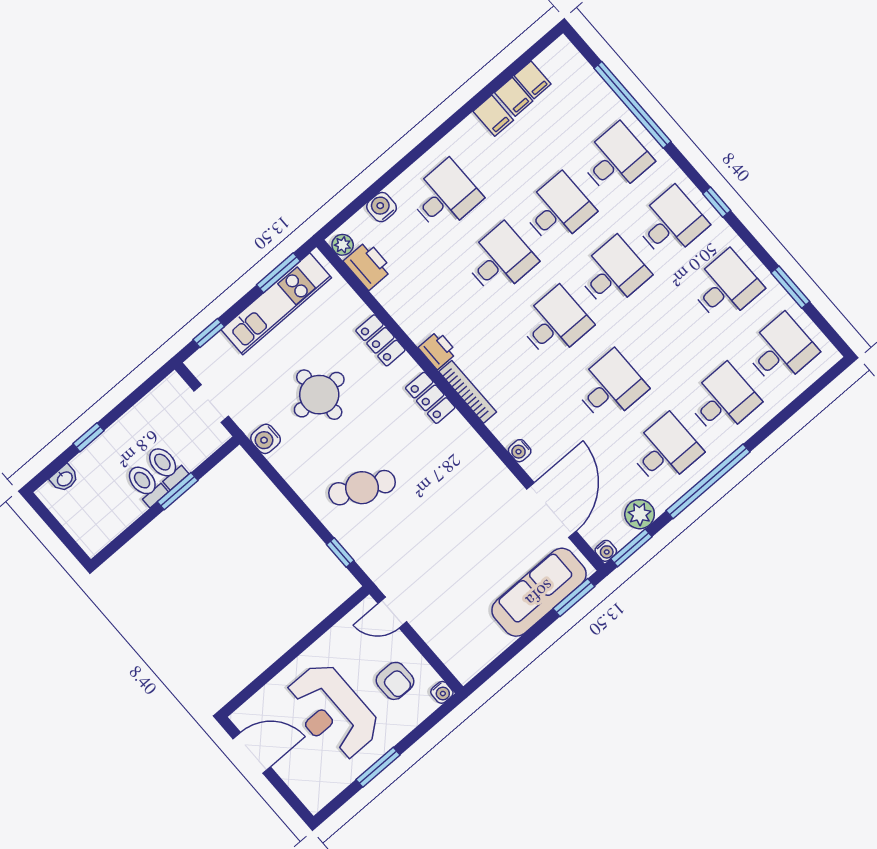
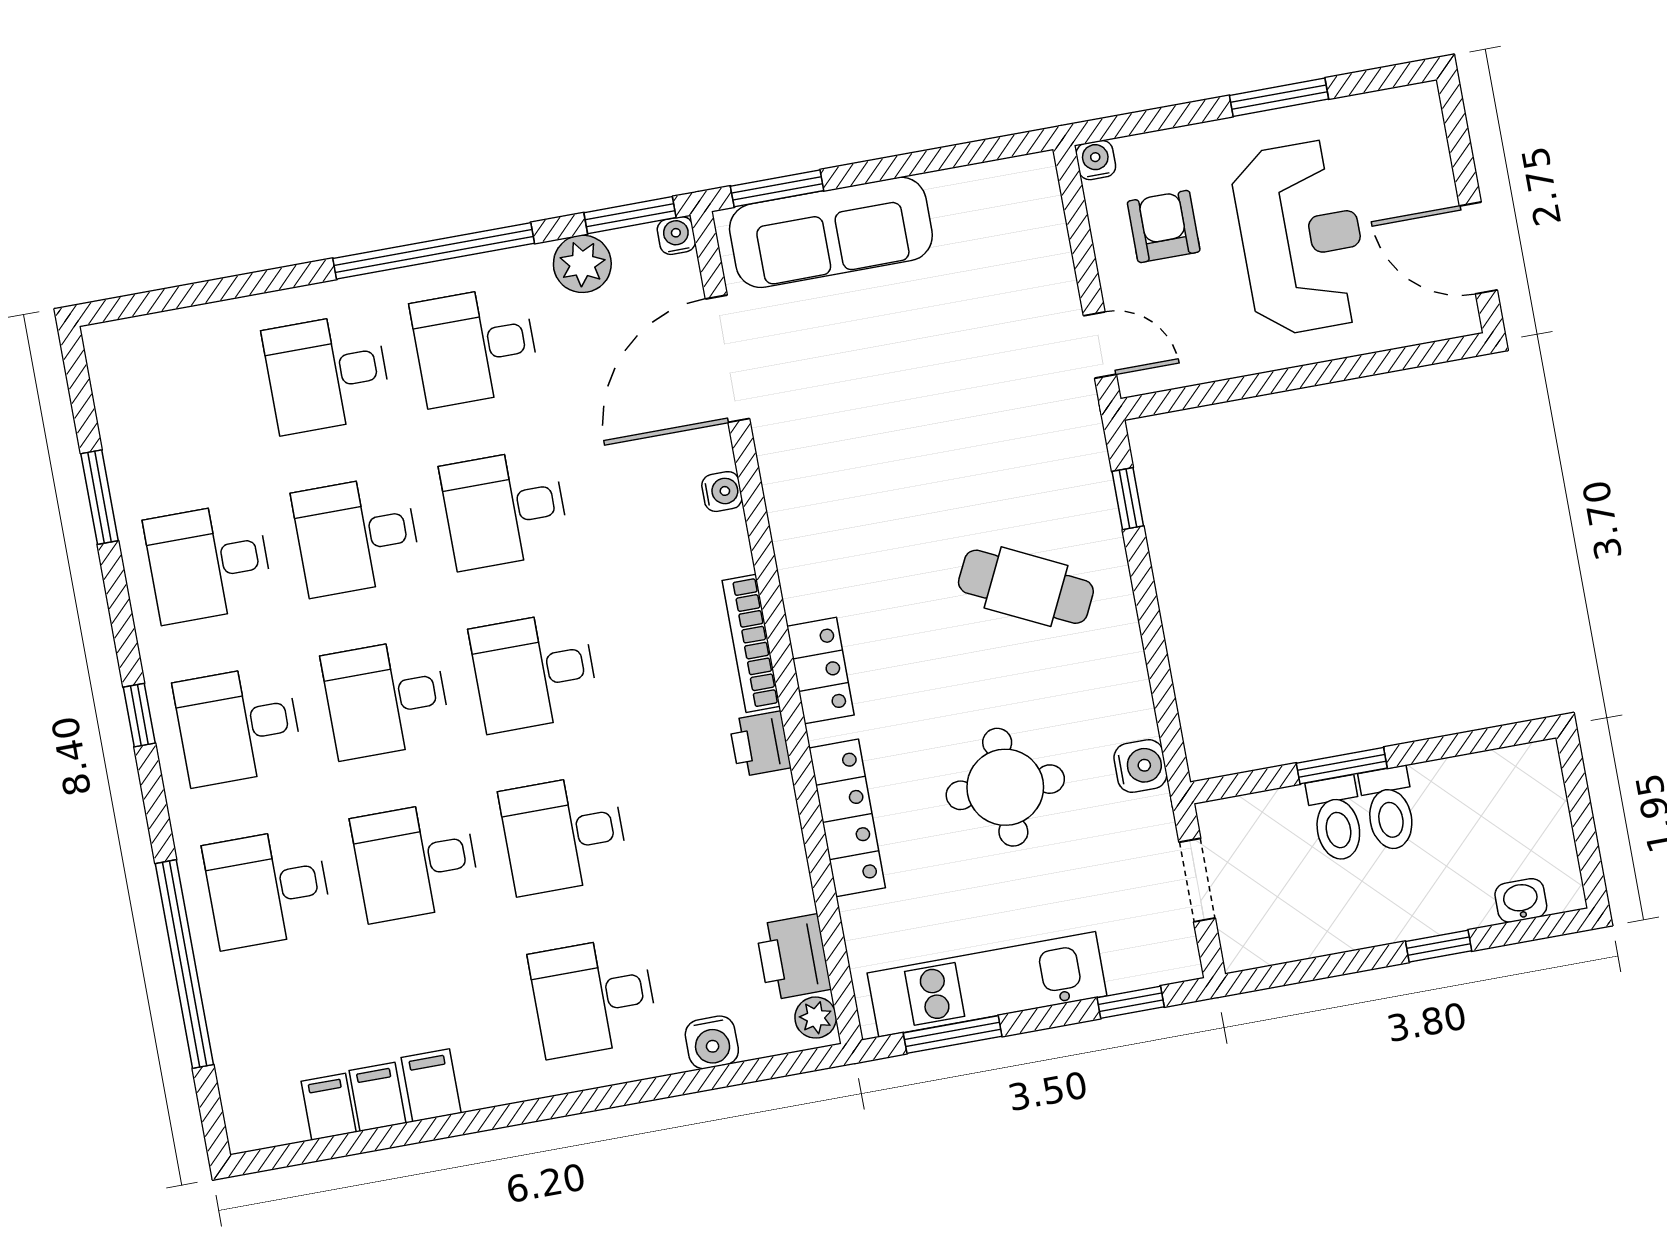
locker: (380, 340) -> (847, 818), width x1.53
desk: (781, 350) -> (357, 536), moved

